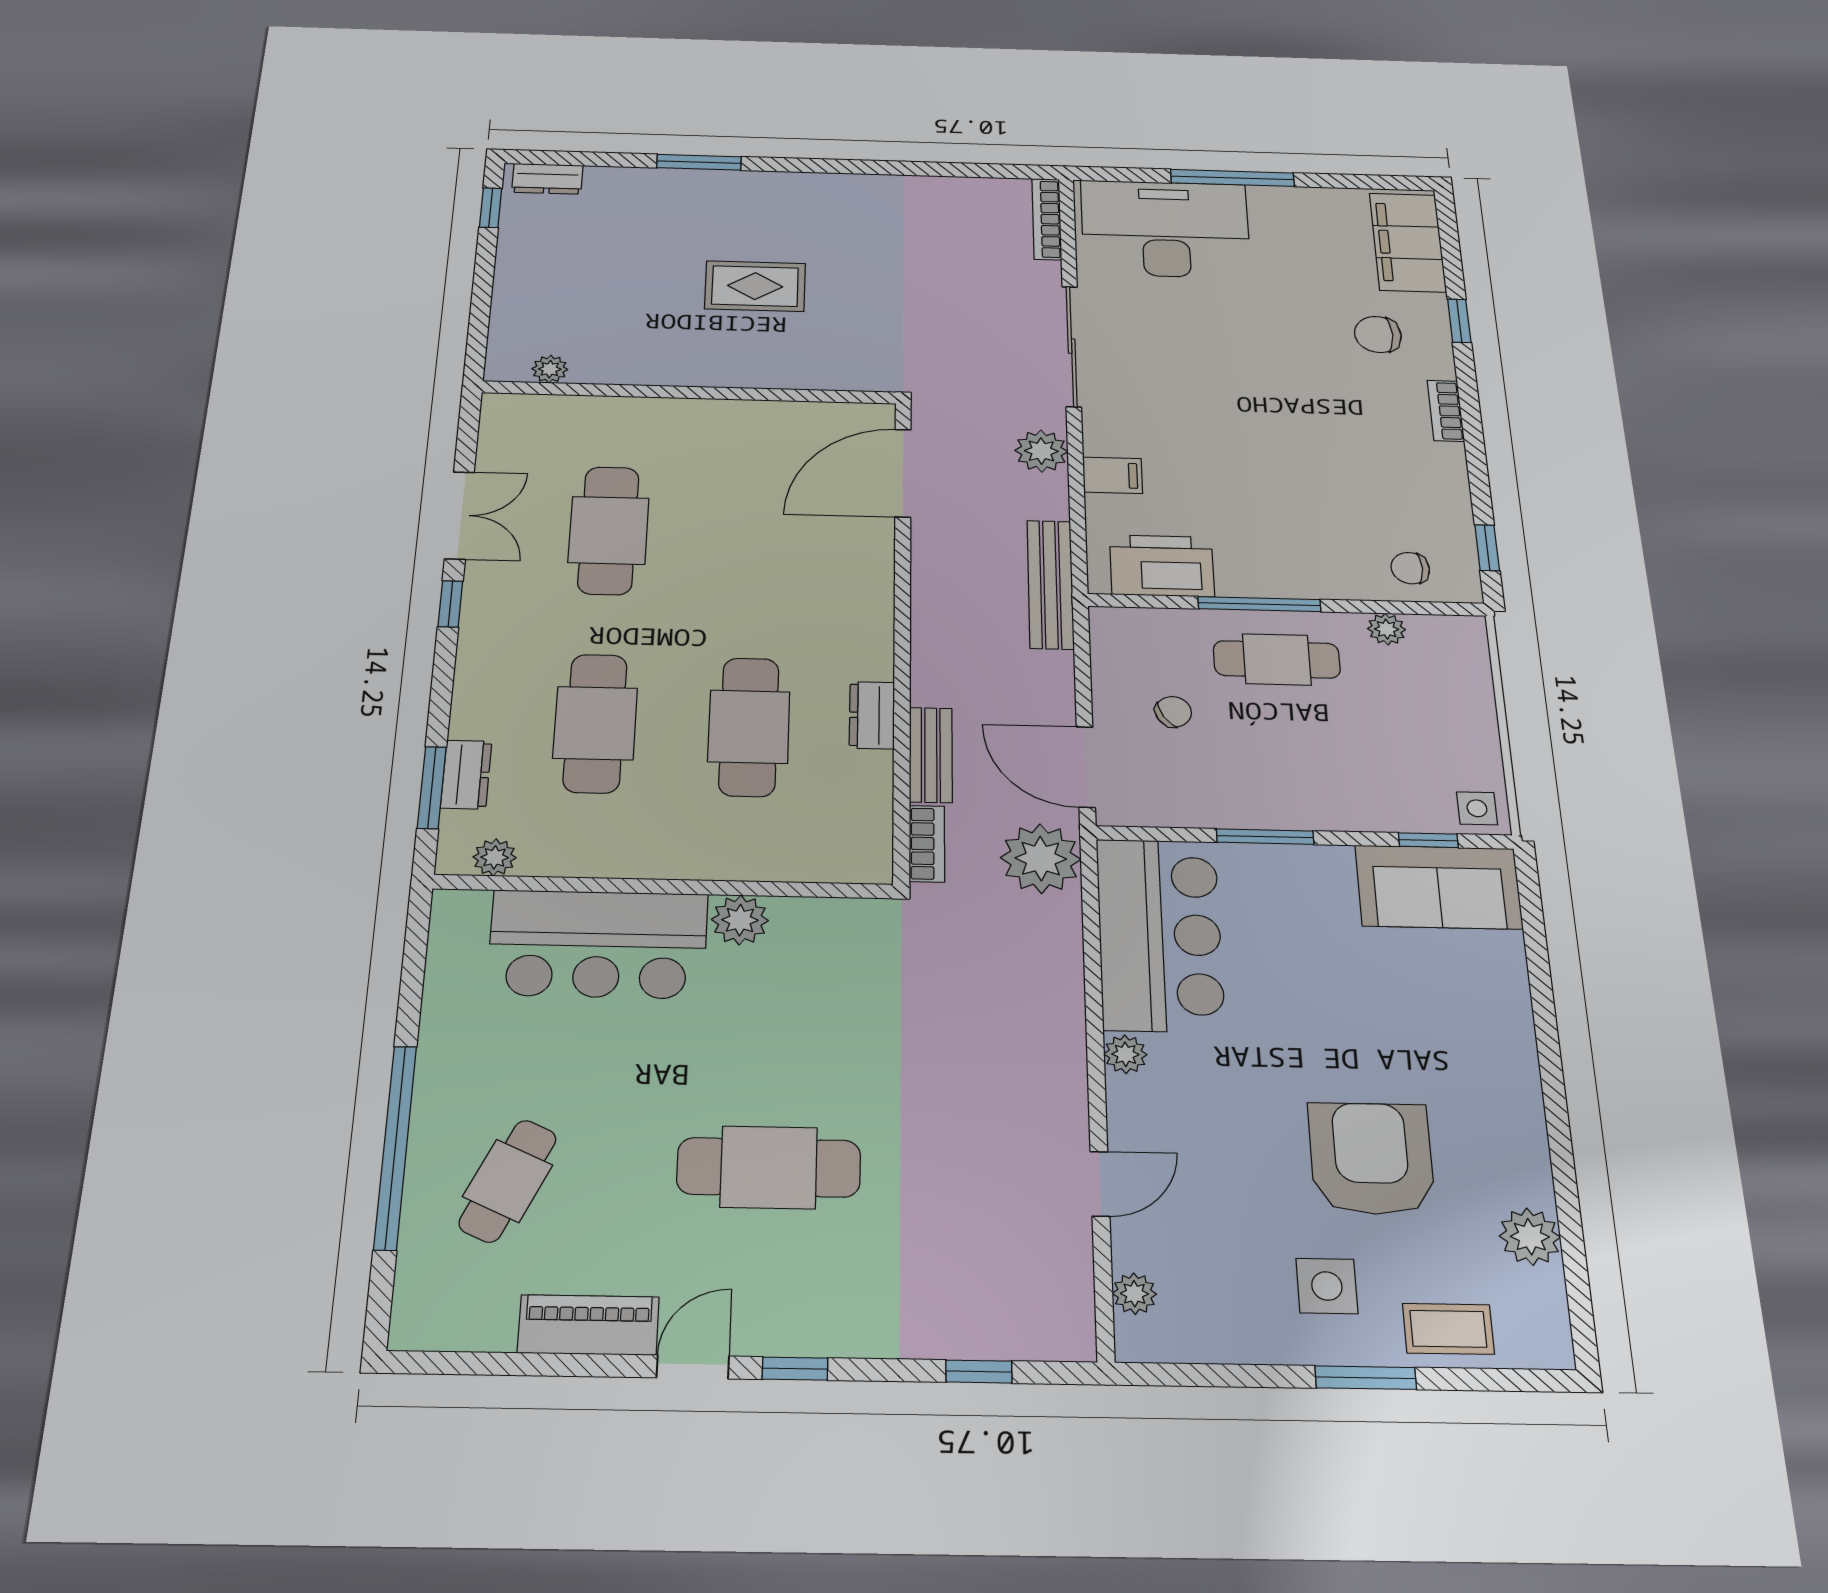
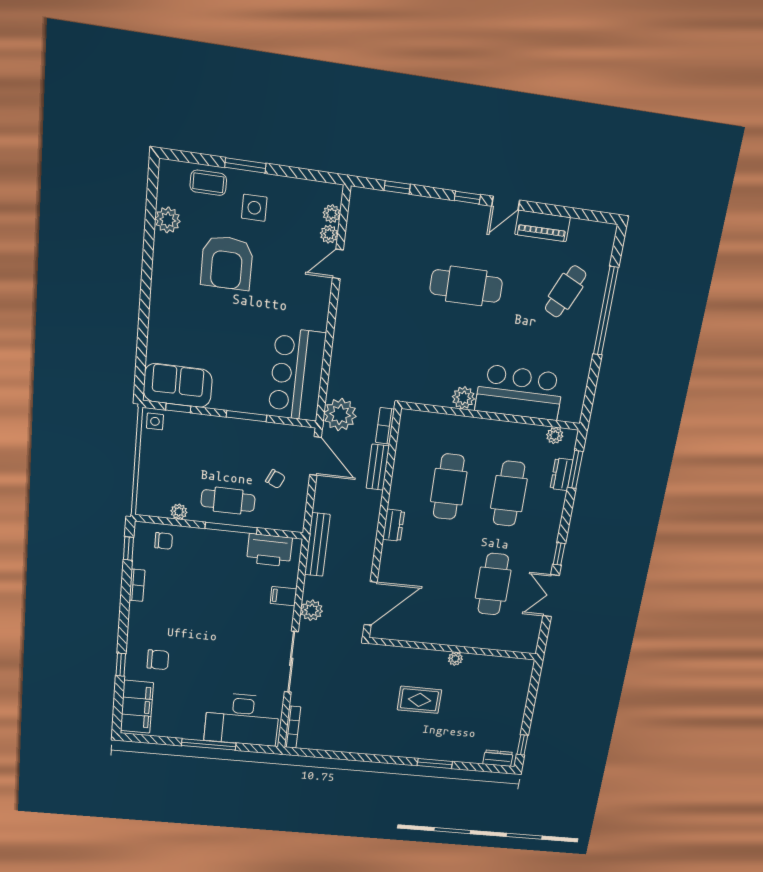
plant: (550, 369) -> (455, 659), moved
bookcase: (1446, 411) -> (137, 585), moved
chair: (1173, 712) -> (275, 479), turned -123
dresser: (872, 715) -> (394, 525), moved
plant: (1125, 1054) -> (329, 234), moved

